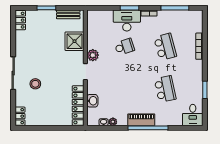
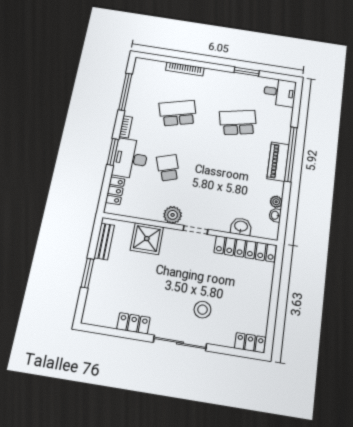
locker: (103, 15) -> (115, 191), added
locker: (20, 20) -> (133, 323), moved

